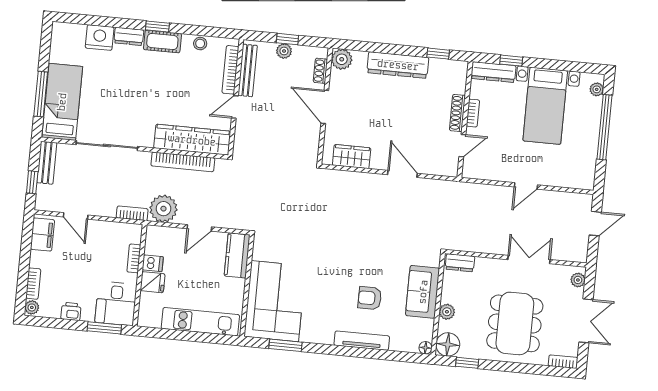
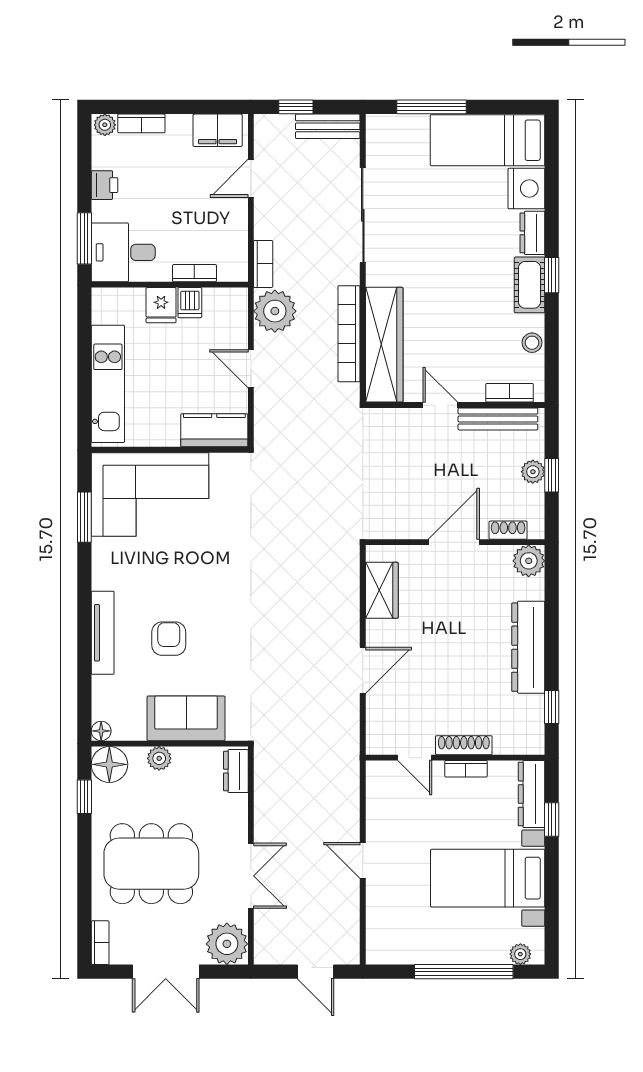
bookcase: (230, 70) -> (510, 393), width x0.64
bed: (62, 102) -> (488, 140), moved, turned 180
plant: (578, 280) -> (227, 944), width x1.87, depth x1.87

